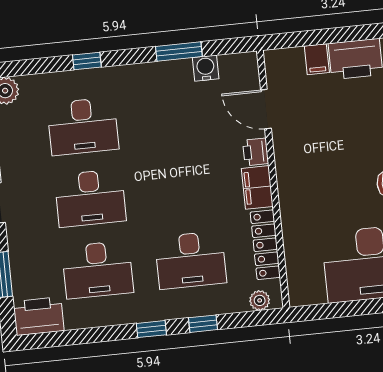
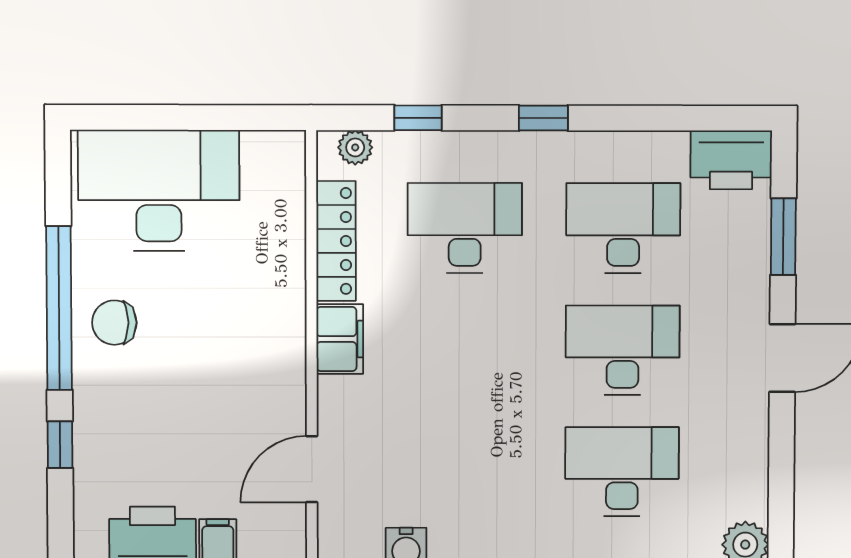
door: (266, 109) -> (312, 469), swing flipped
printer: (256, 152) -> (336, 399), removed
window: (203, 324) -> (418, 118), moved

